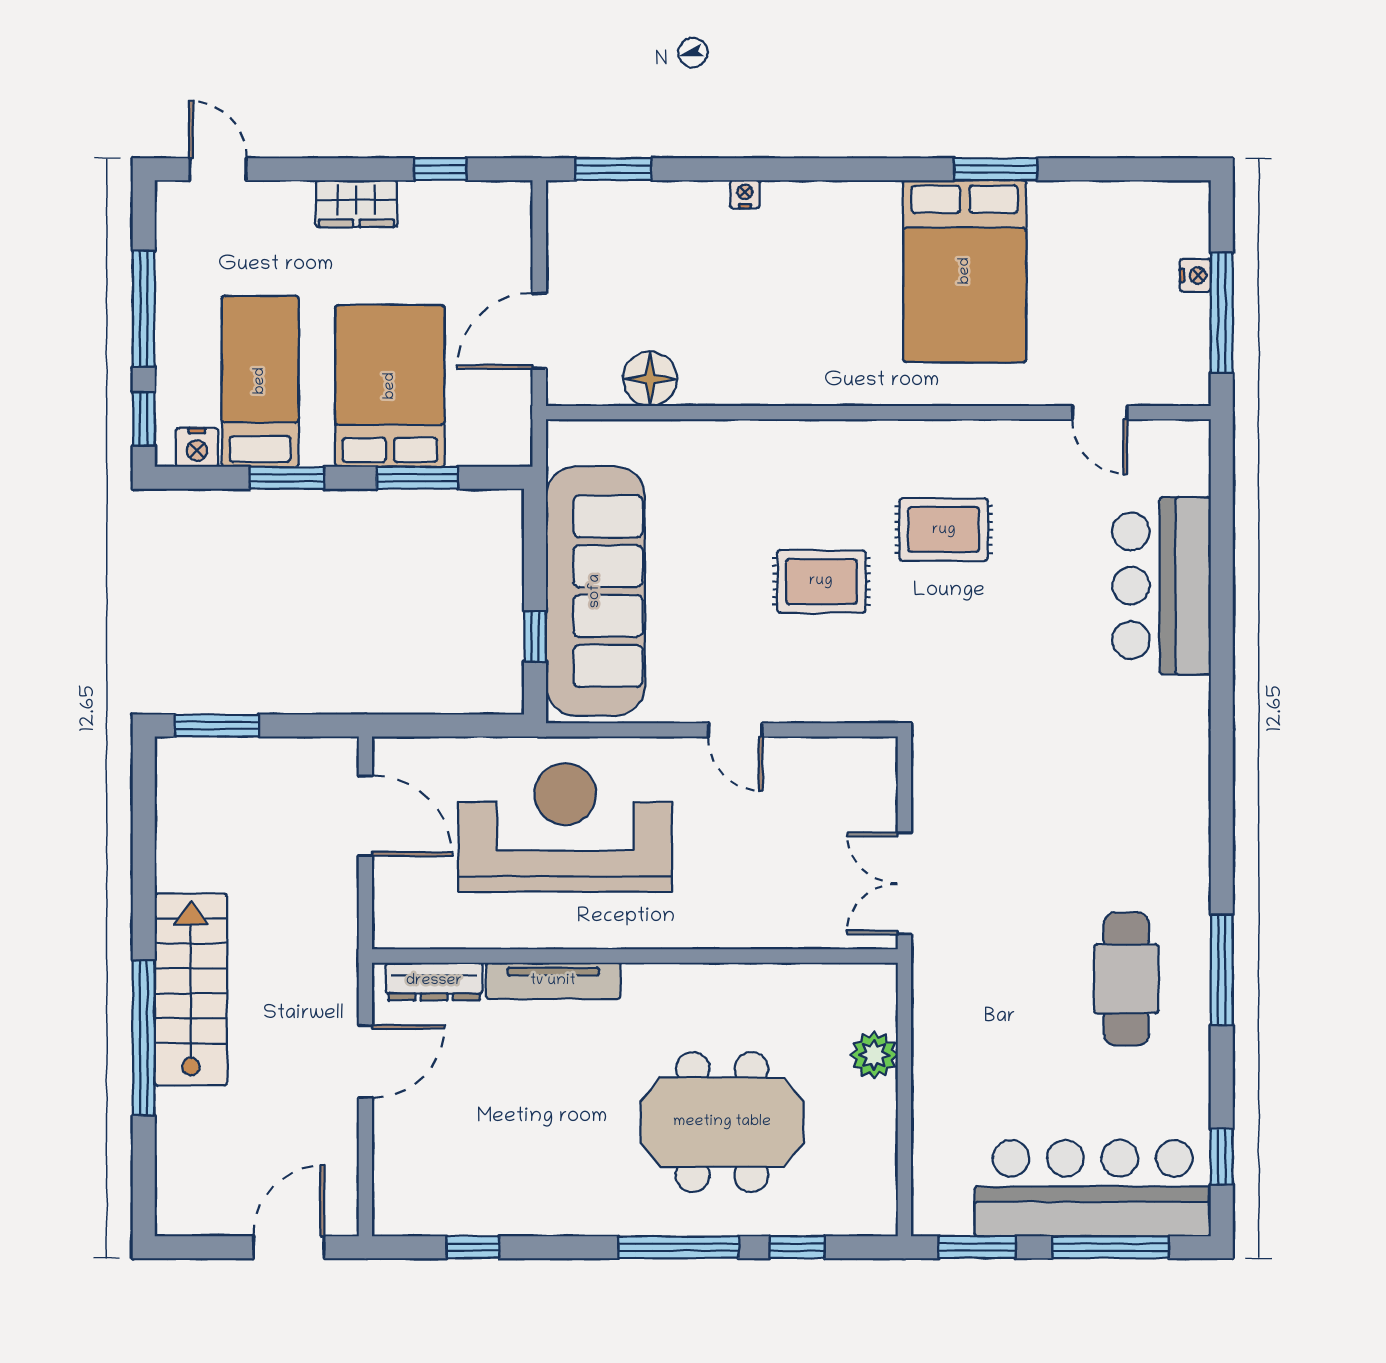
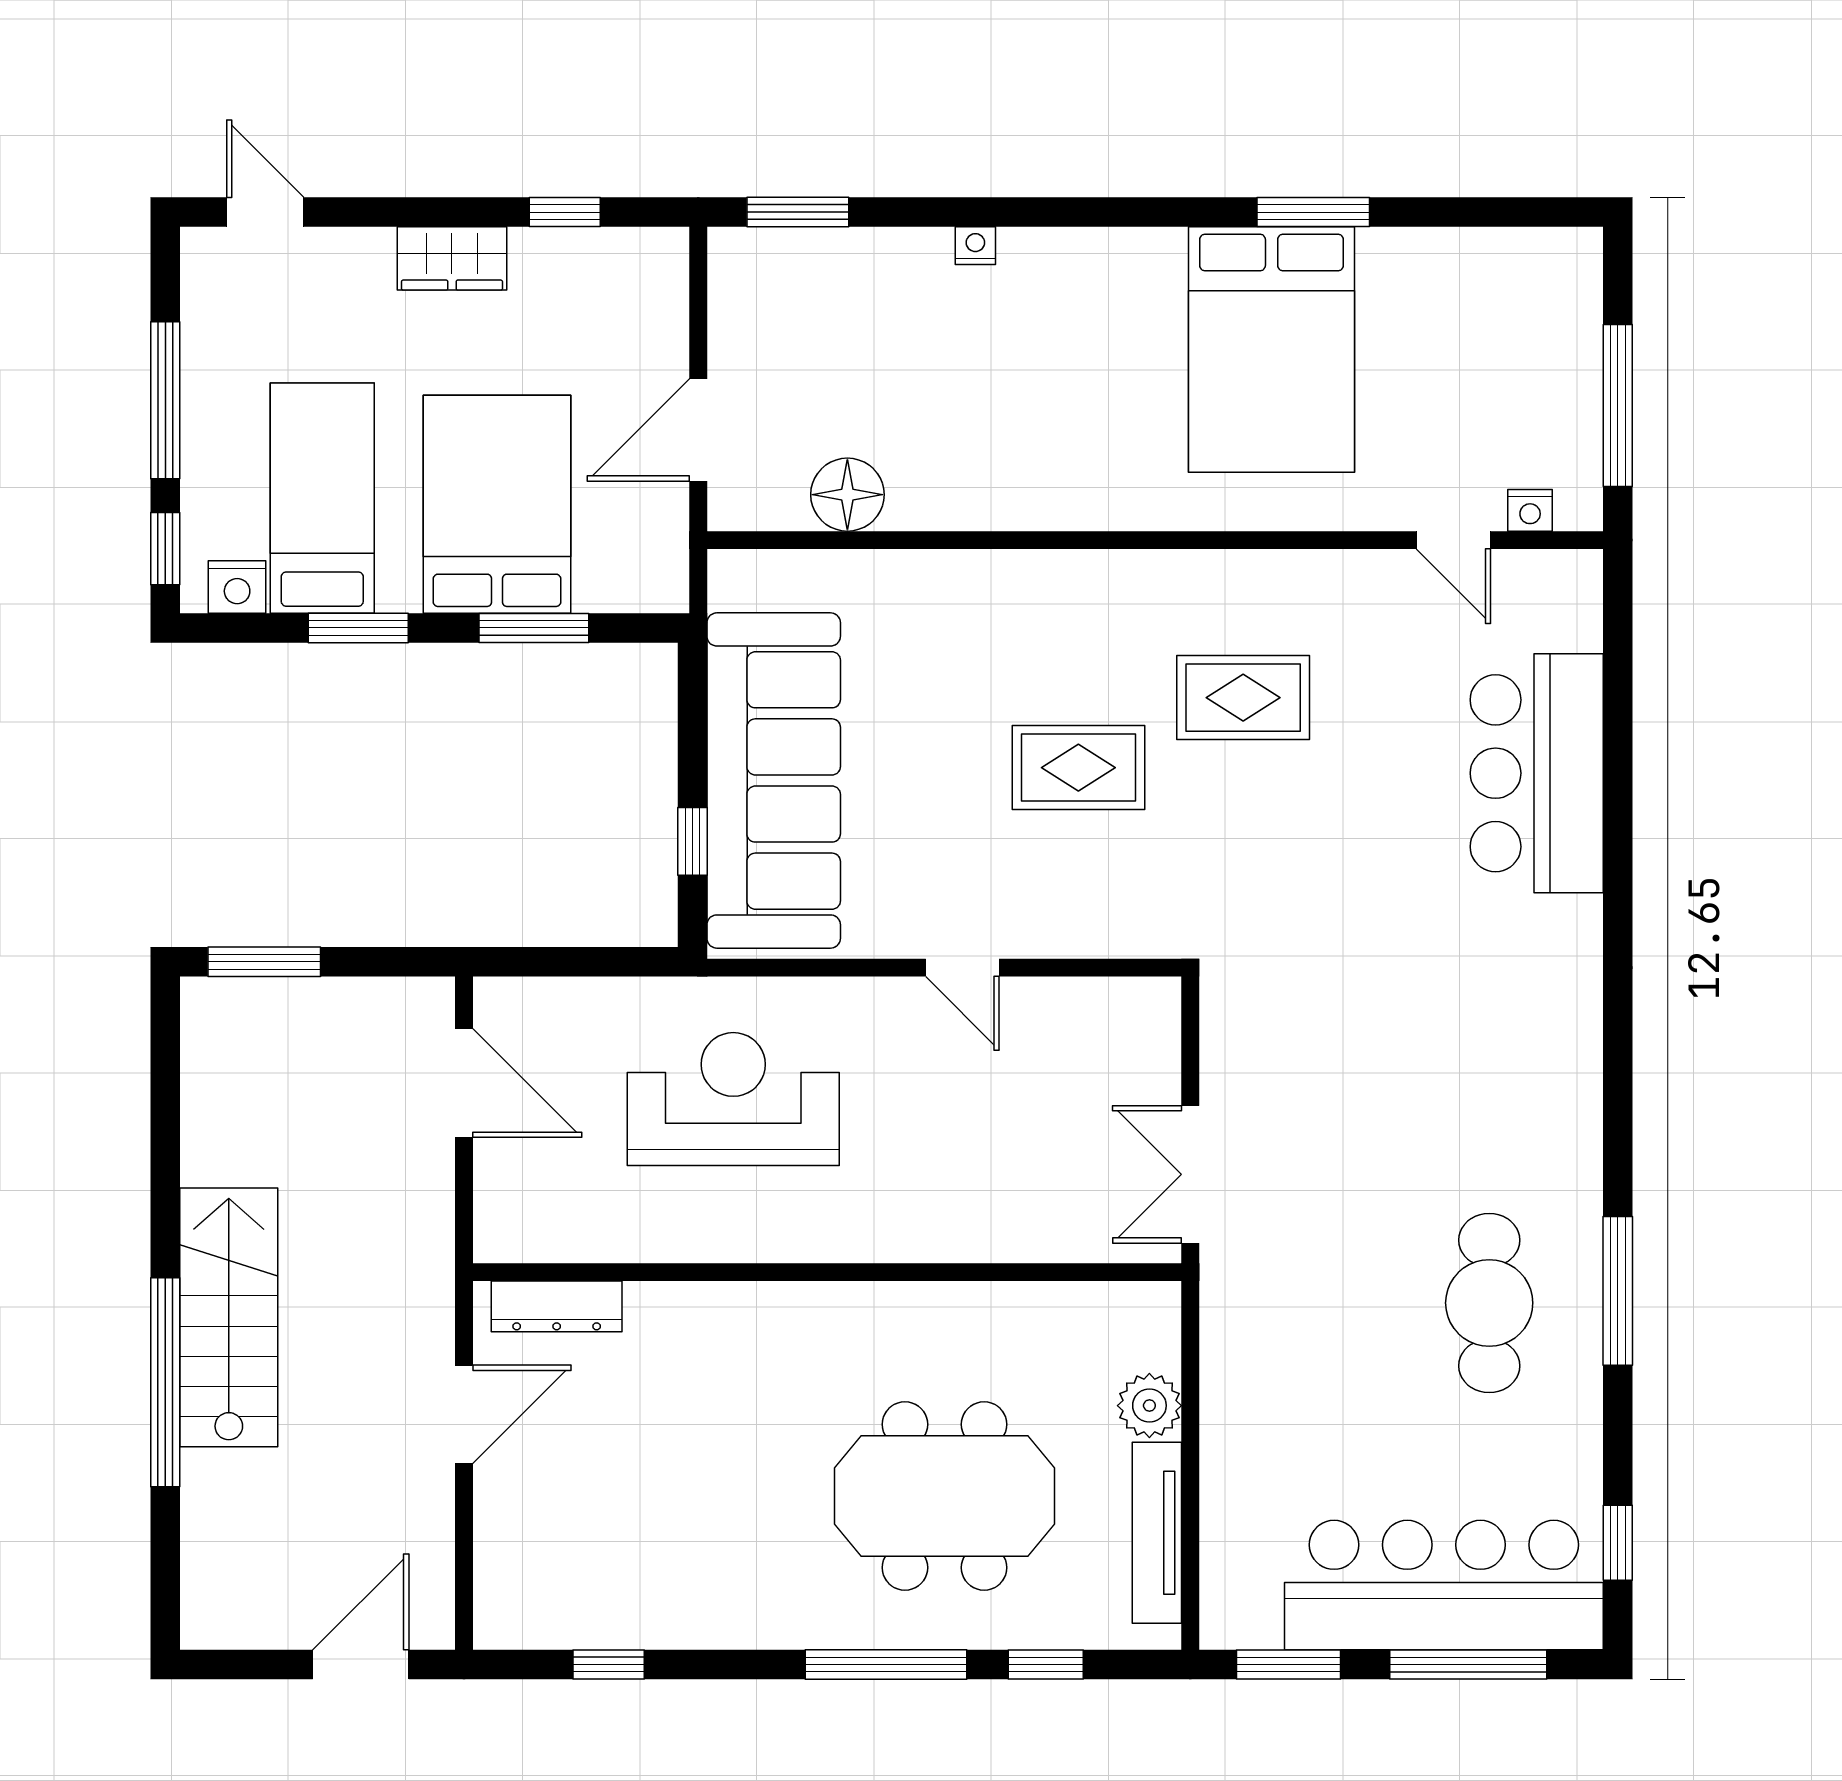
nightstand: (1195, 275) -> (1530, 510), moved, turned 90
reception desk: (565, 828) -> (733, 1099), width x0.74, depth x0.77
tv unit: (553, 981) -> (1157, 1533), moved, turned 90

